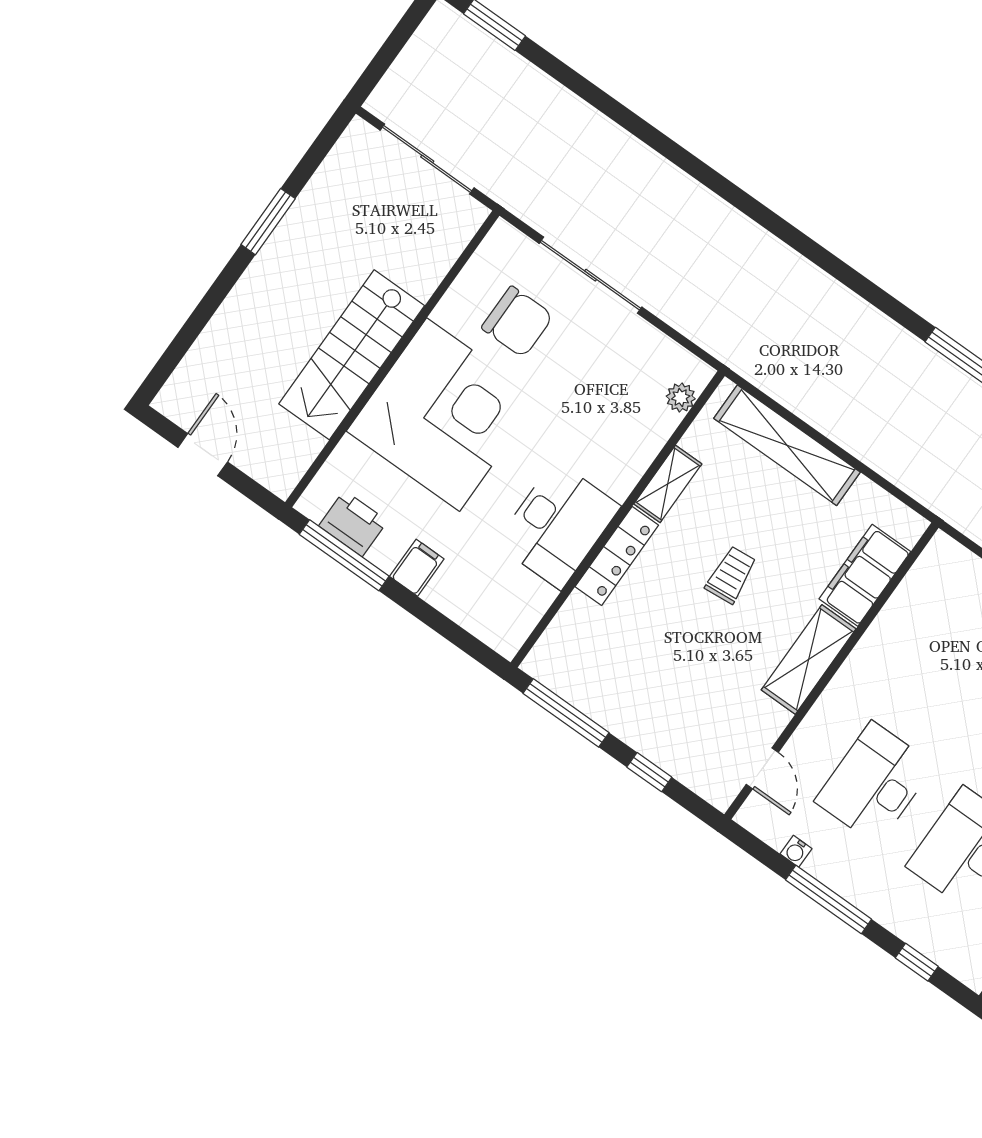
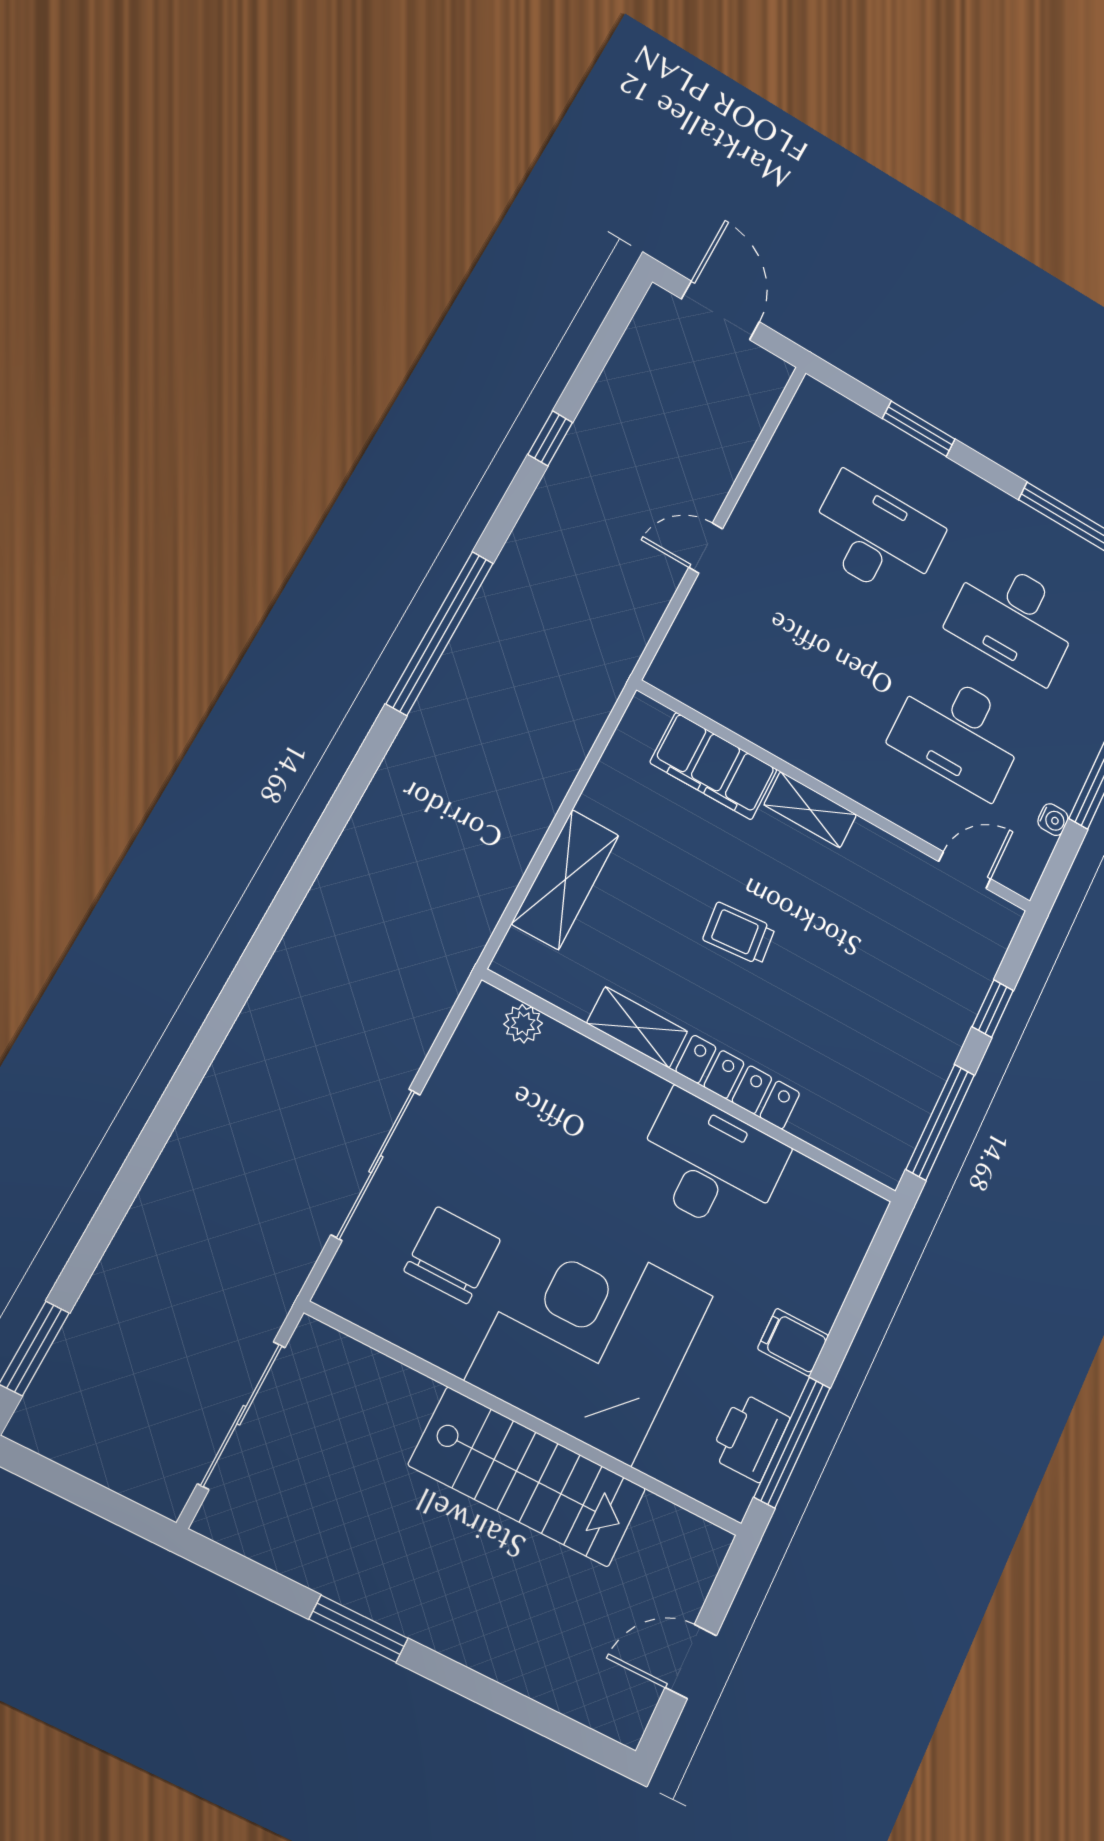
shelving: (787, 445) -> (565, 879), width x0.68
shelving: (809, 659) -> (810, 810), width x0.67, depth x0.75

